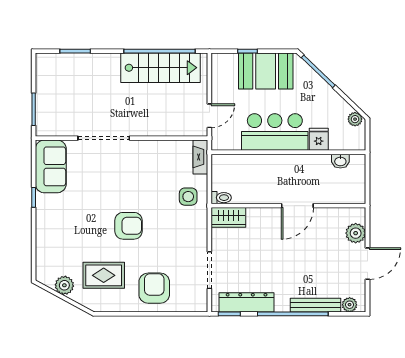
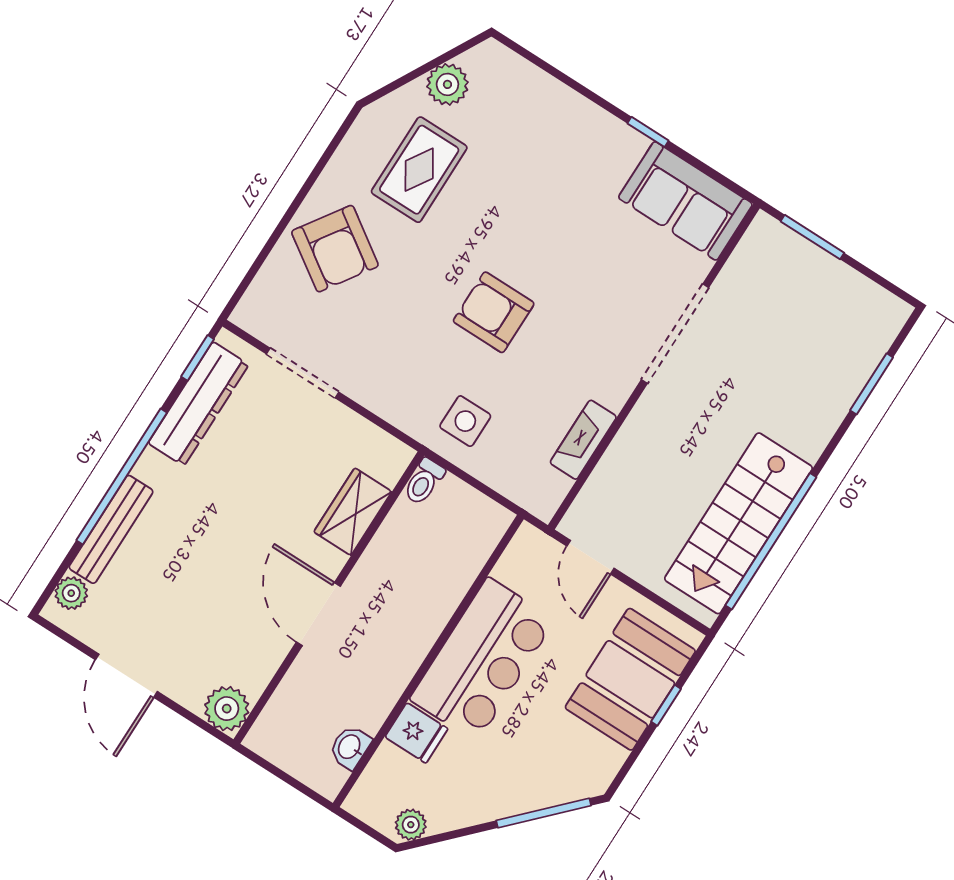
booth: (266, 71) -> (630, 679), moved
fireplace: (200, 157) -> (583, 440), moved, turned -90
wardrobe: (228, 217) -> (353, 512), moved
armchair: (128, 226) -> (494, 312), moved, turned 90
plant: (356, 233) -> (227, 709), moved
armchair: (154, 288) -> (335, 249), turned 34

